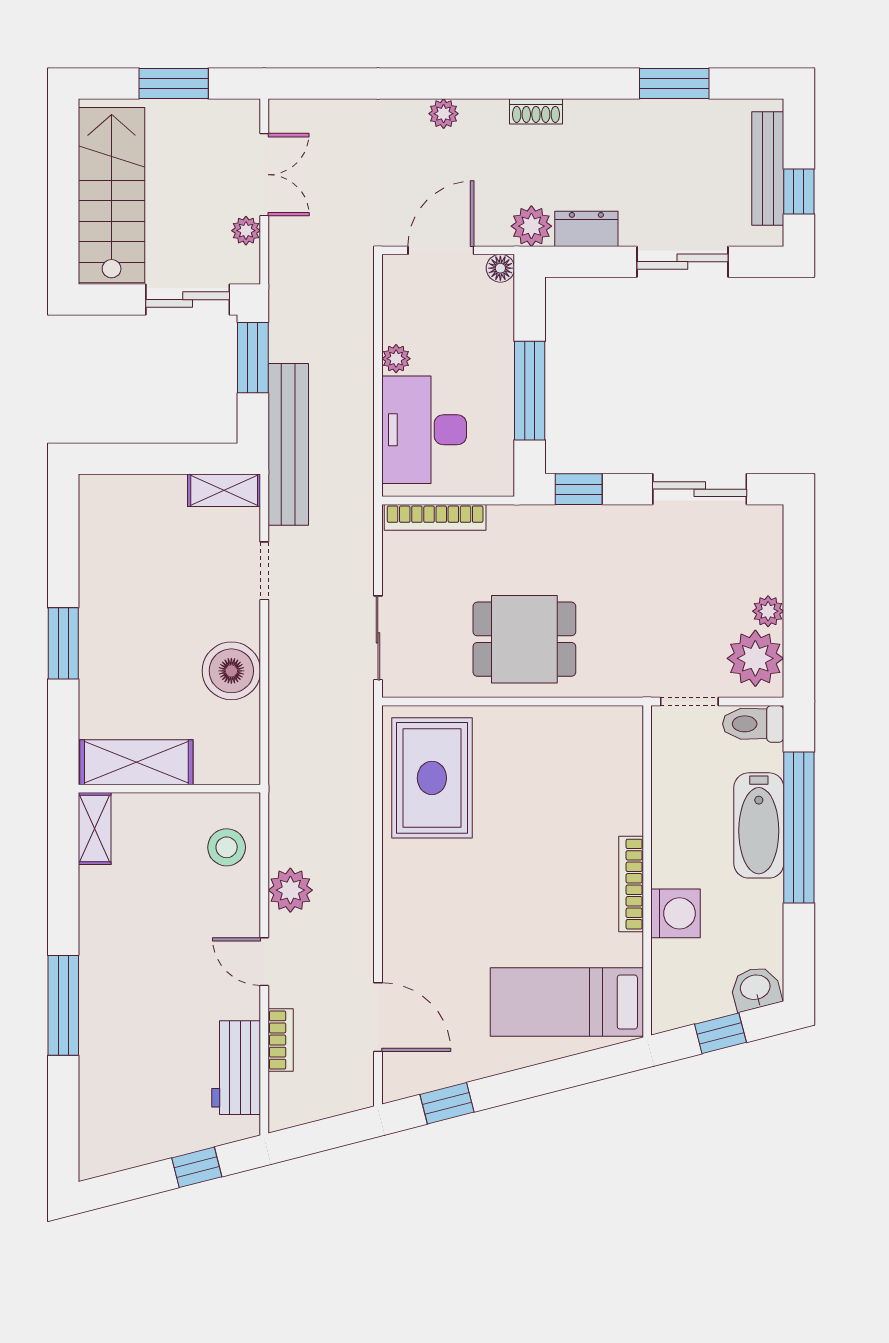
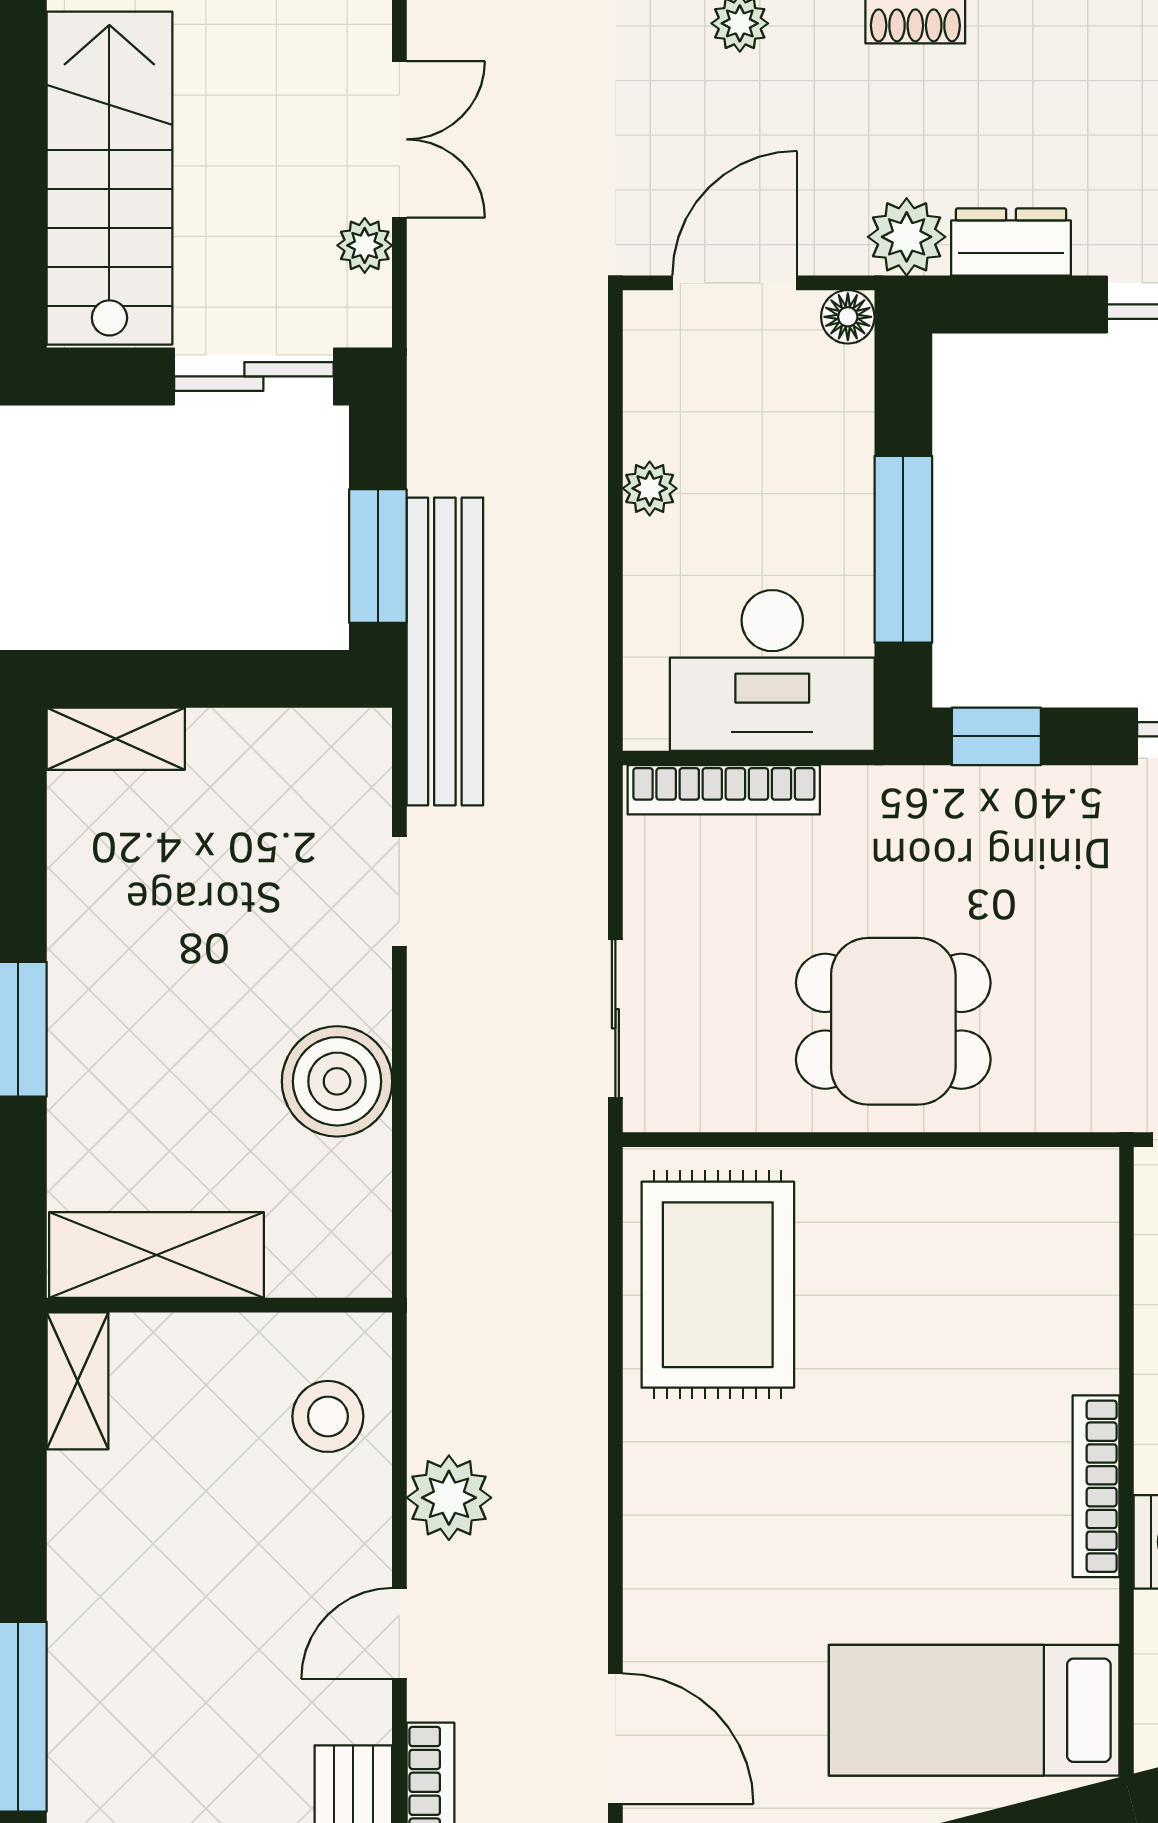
window: (253, 358) -> (378, 556), moved
desk: (424, 430) -> (772, 670), moved, turned -90
shelving: (224, 490) -> (116, 739), moved
door: (264, 962) -> (399, 1633), hinge flipped

